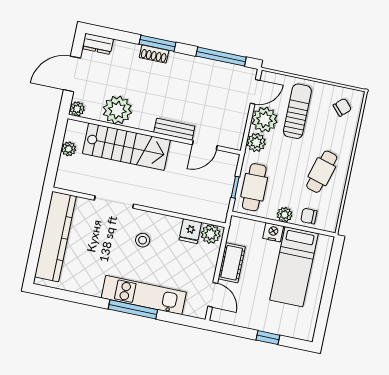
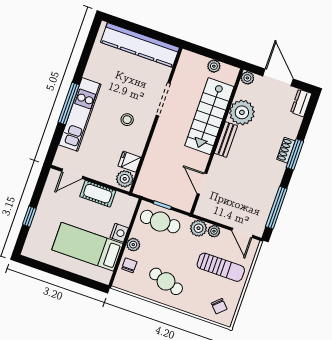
plant: (264, 120) -> (214, 231), width x0.53, depth x0.53
bench: (174, 129) -> (226, 139), moved

